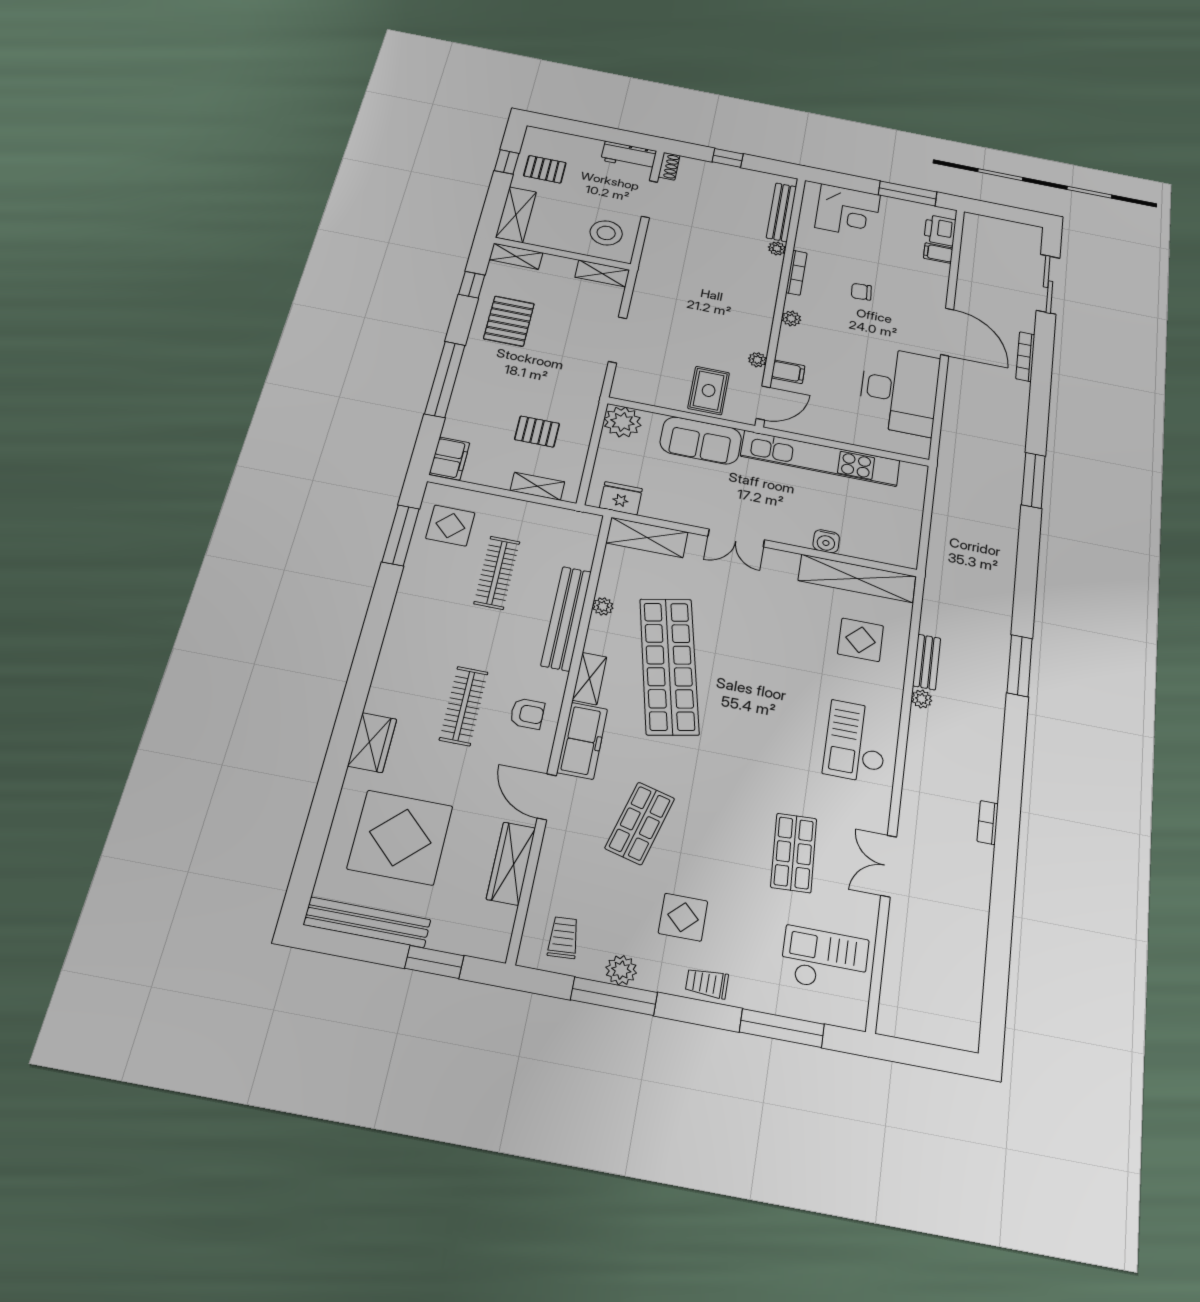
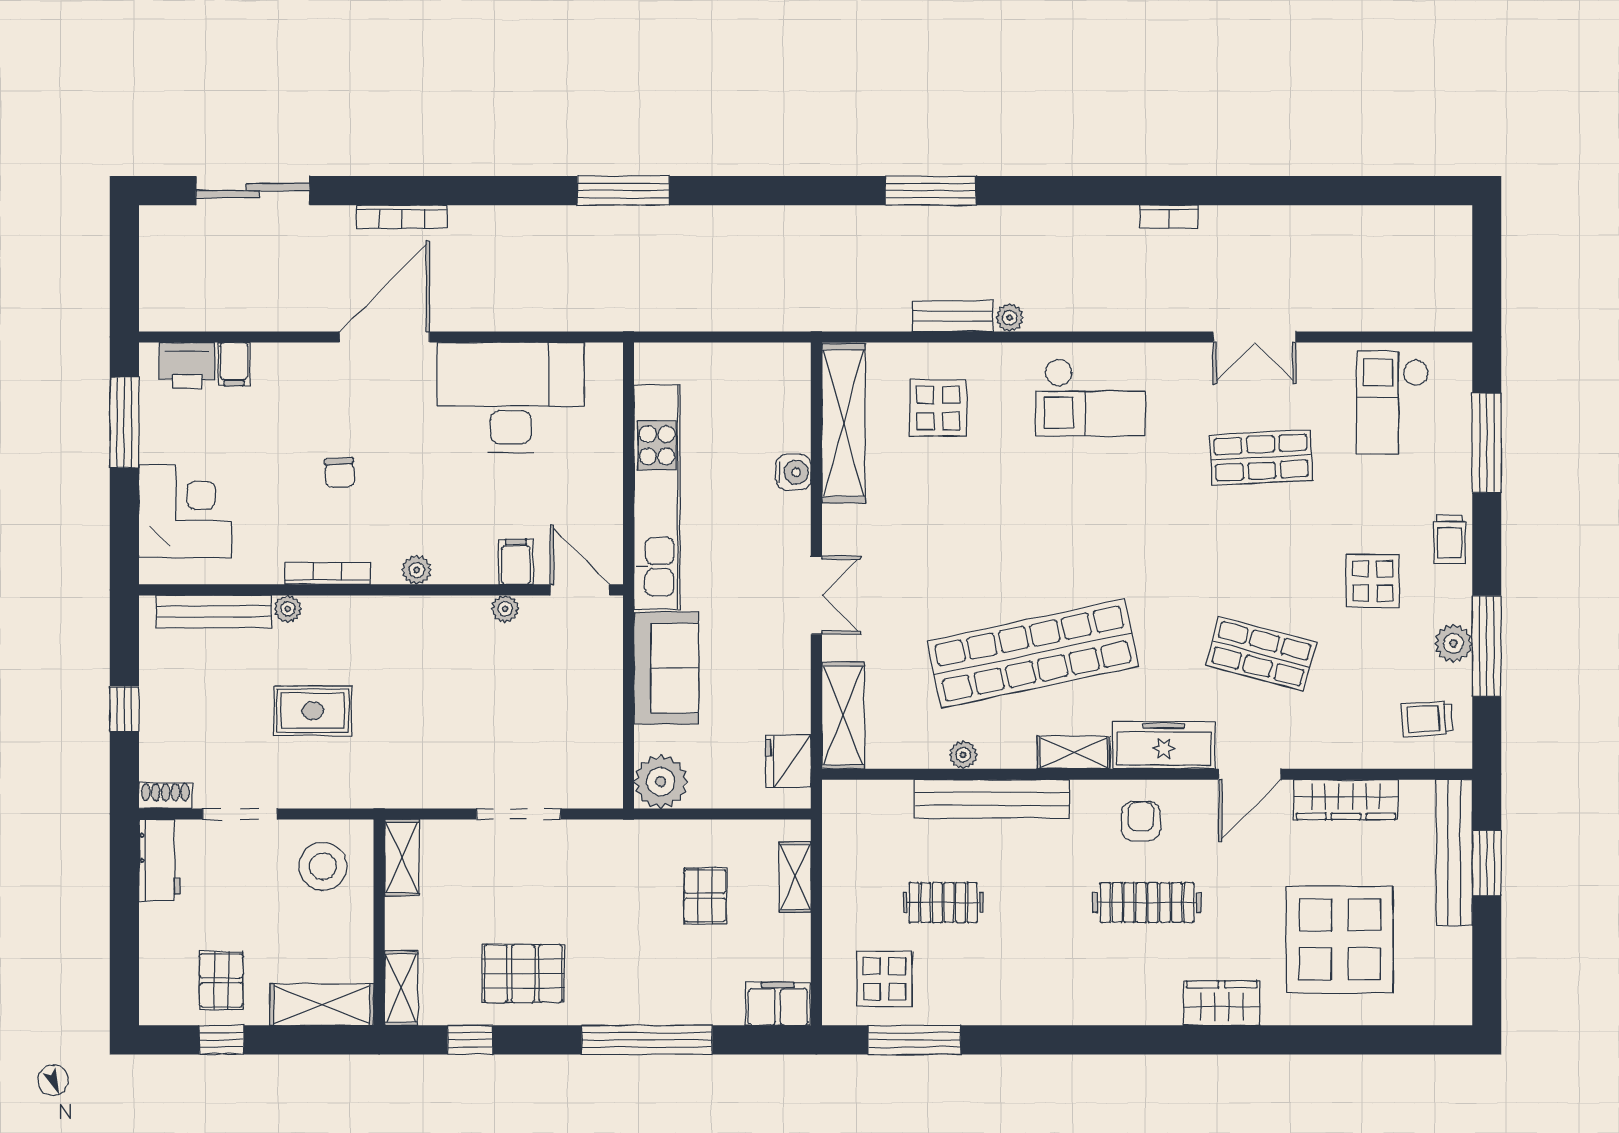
rug: (709, 390) -> (313, 711), moved
clothes rail: (497, 573) -> (943, 903), width x0.73
bench: (367, 922) -> (1454, 853), moved

